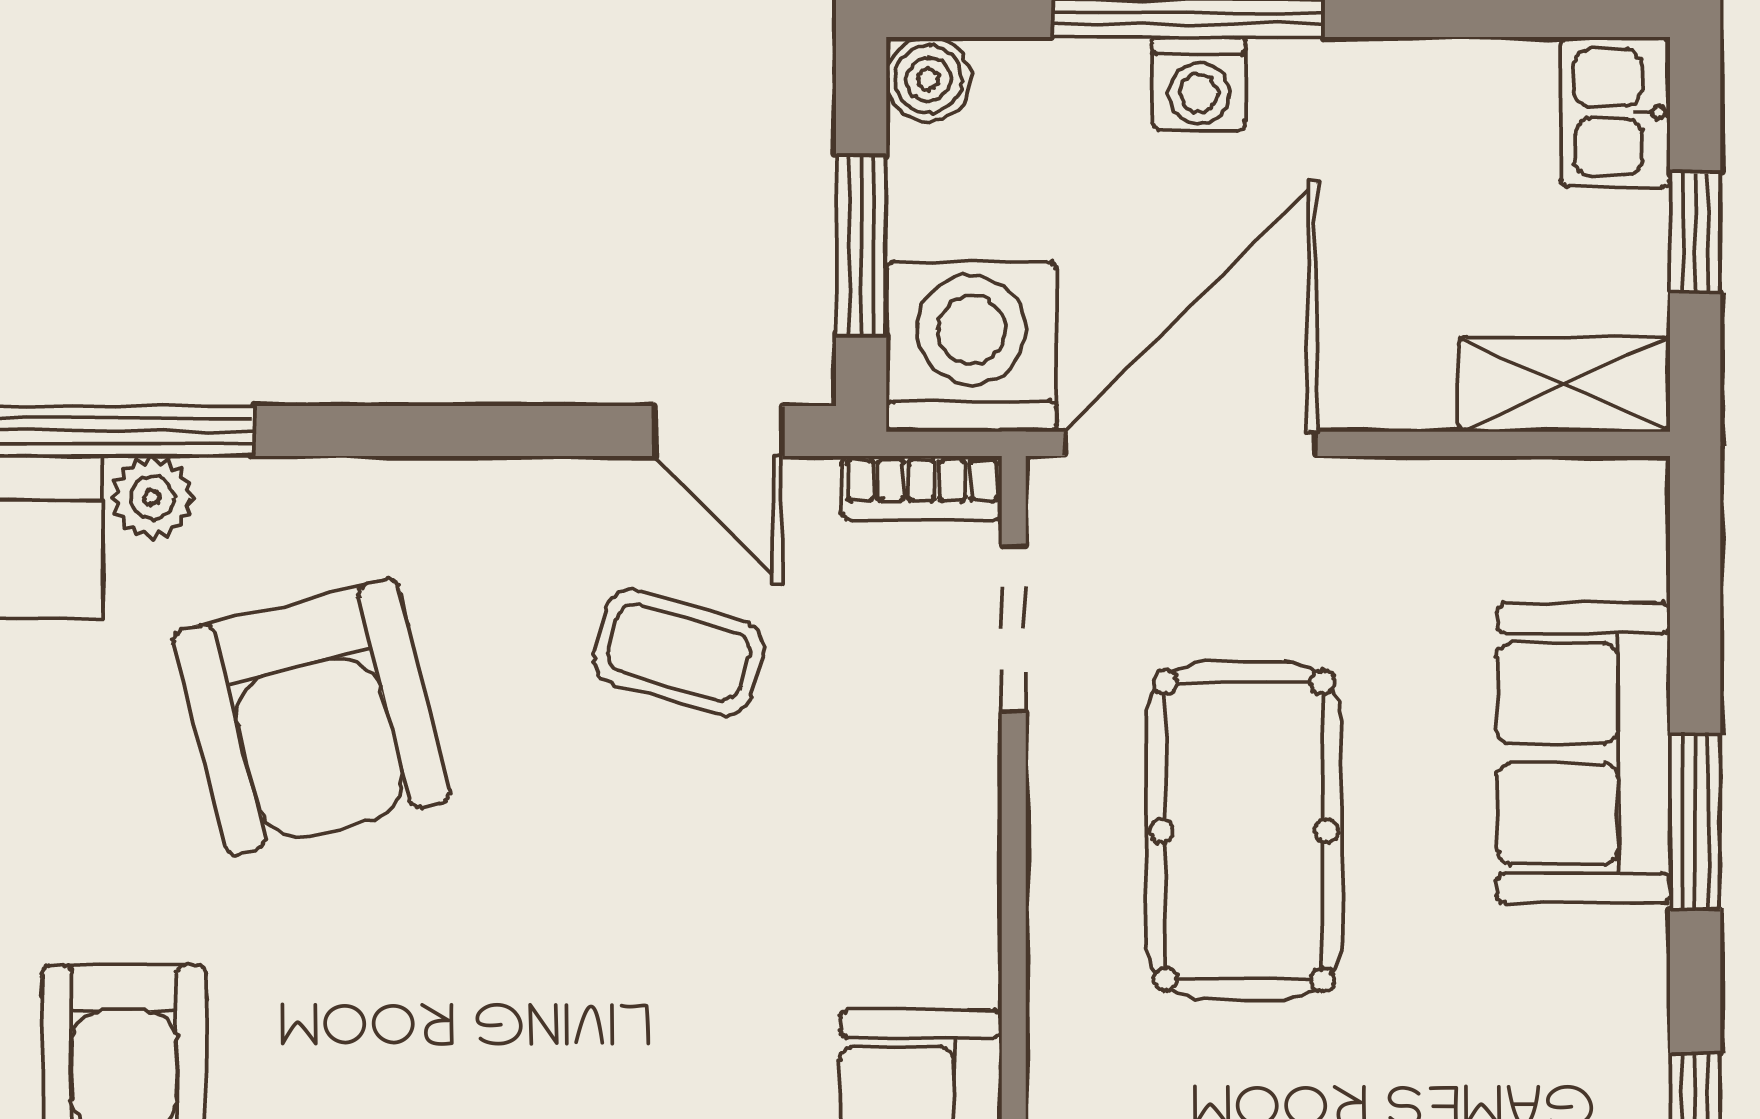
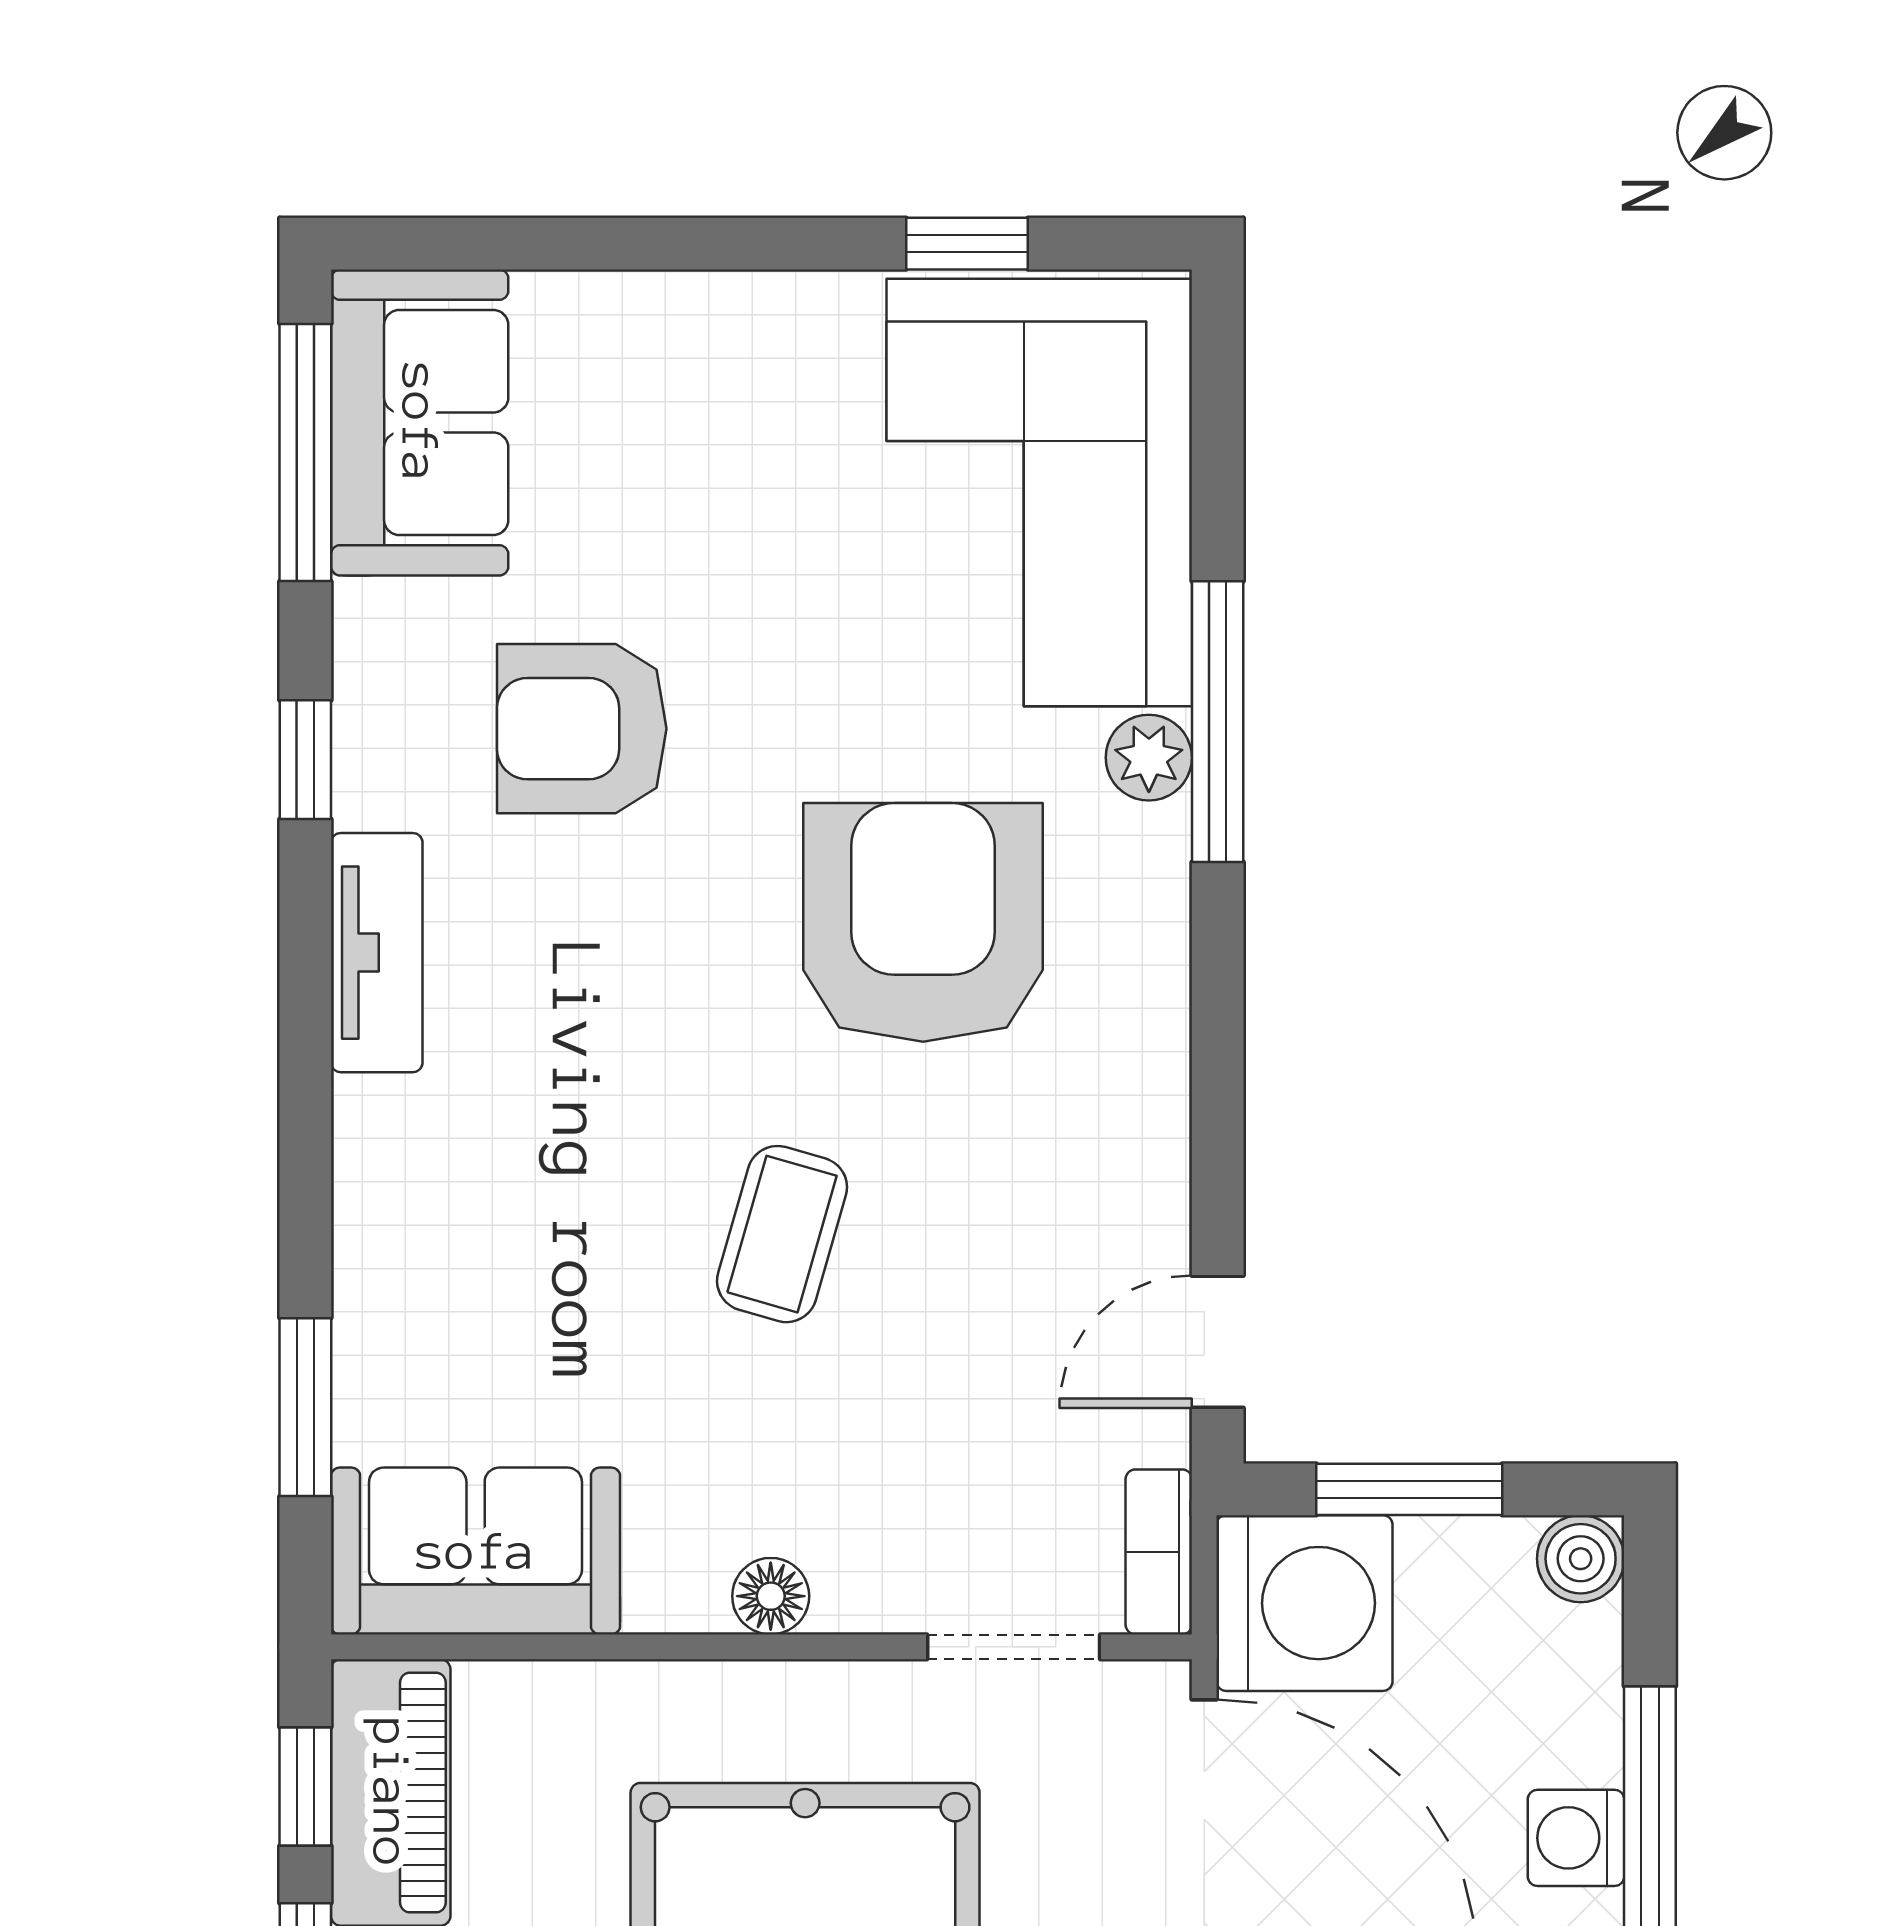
coffee table: (679, 653) -> (782, 1234), moved
armchair: (312, 716) -> (923, 922), turned 104
floor lamp: (965, 864) -> (771, 1596), added

